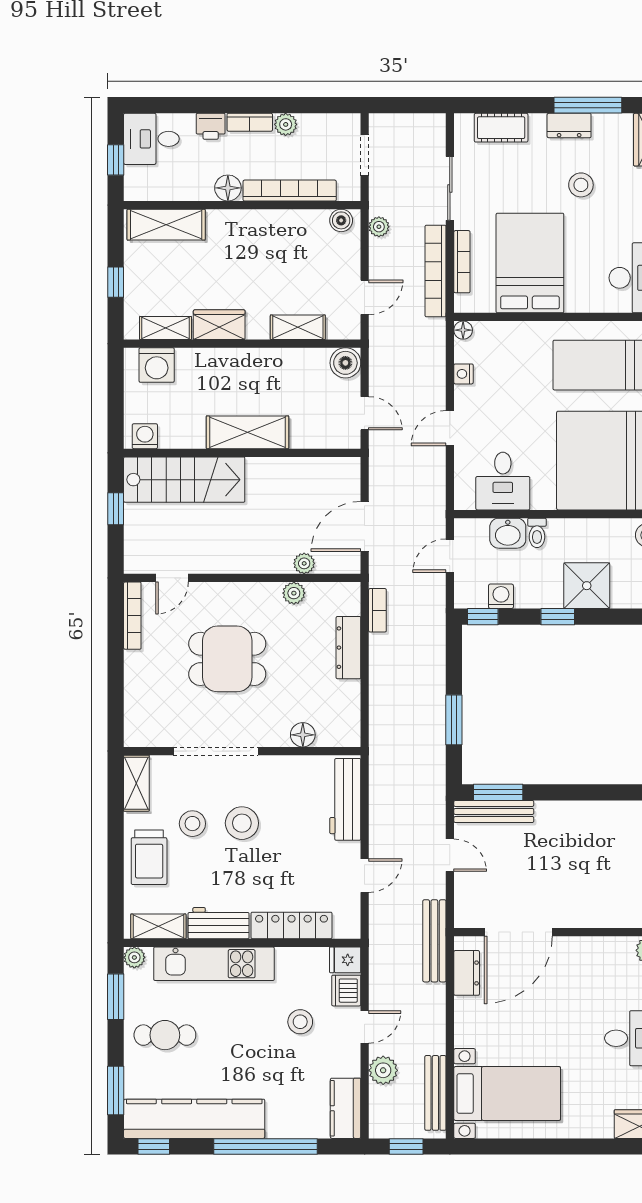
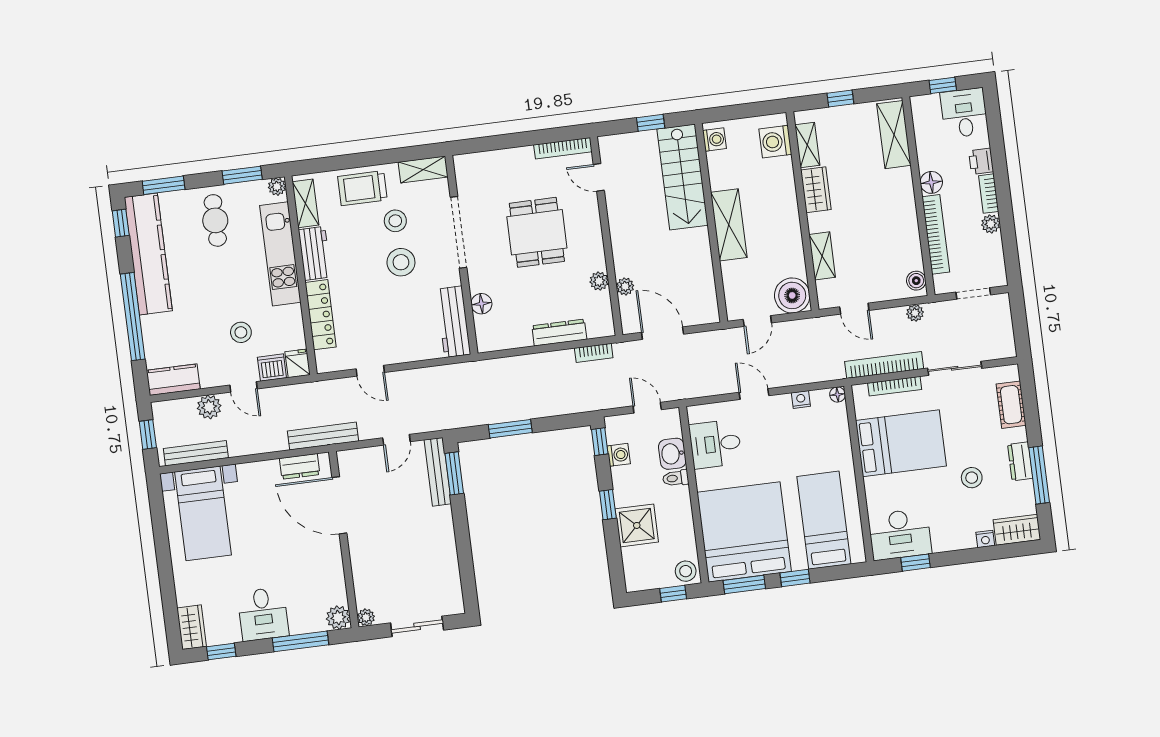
boiler: (345, 363) -> (792, 295), width x1.37, depth x1.37
workbench: (345, 799) -> (453, 322), moved, turned -90

